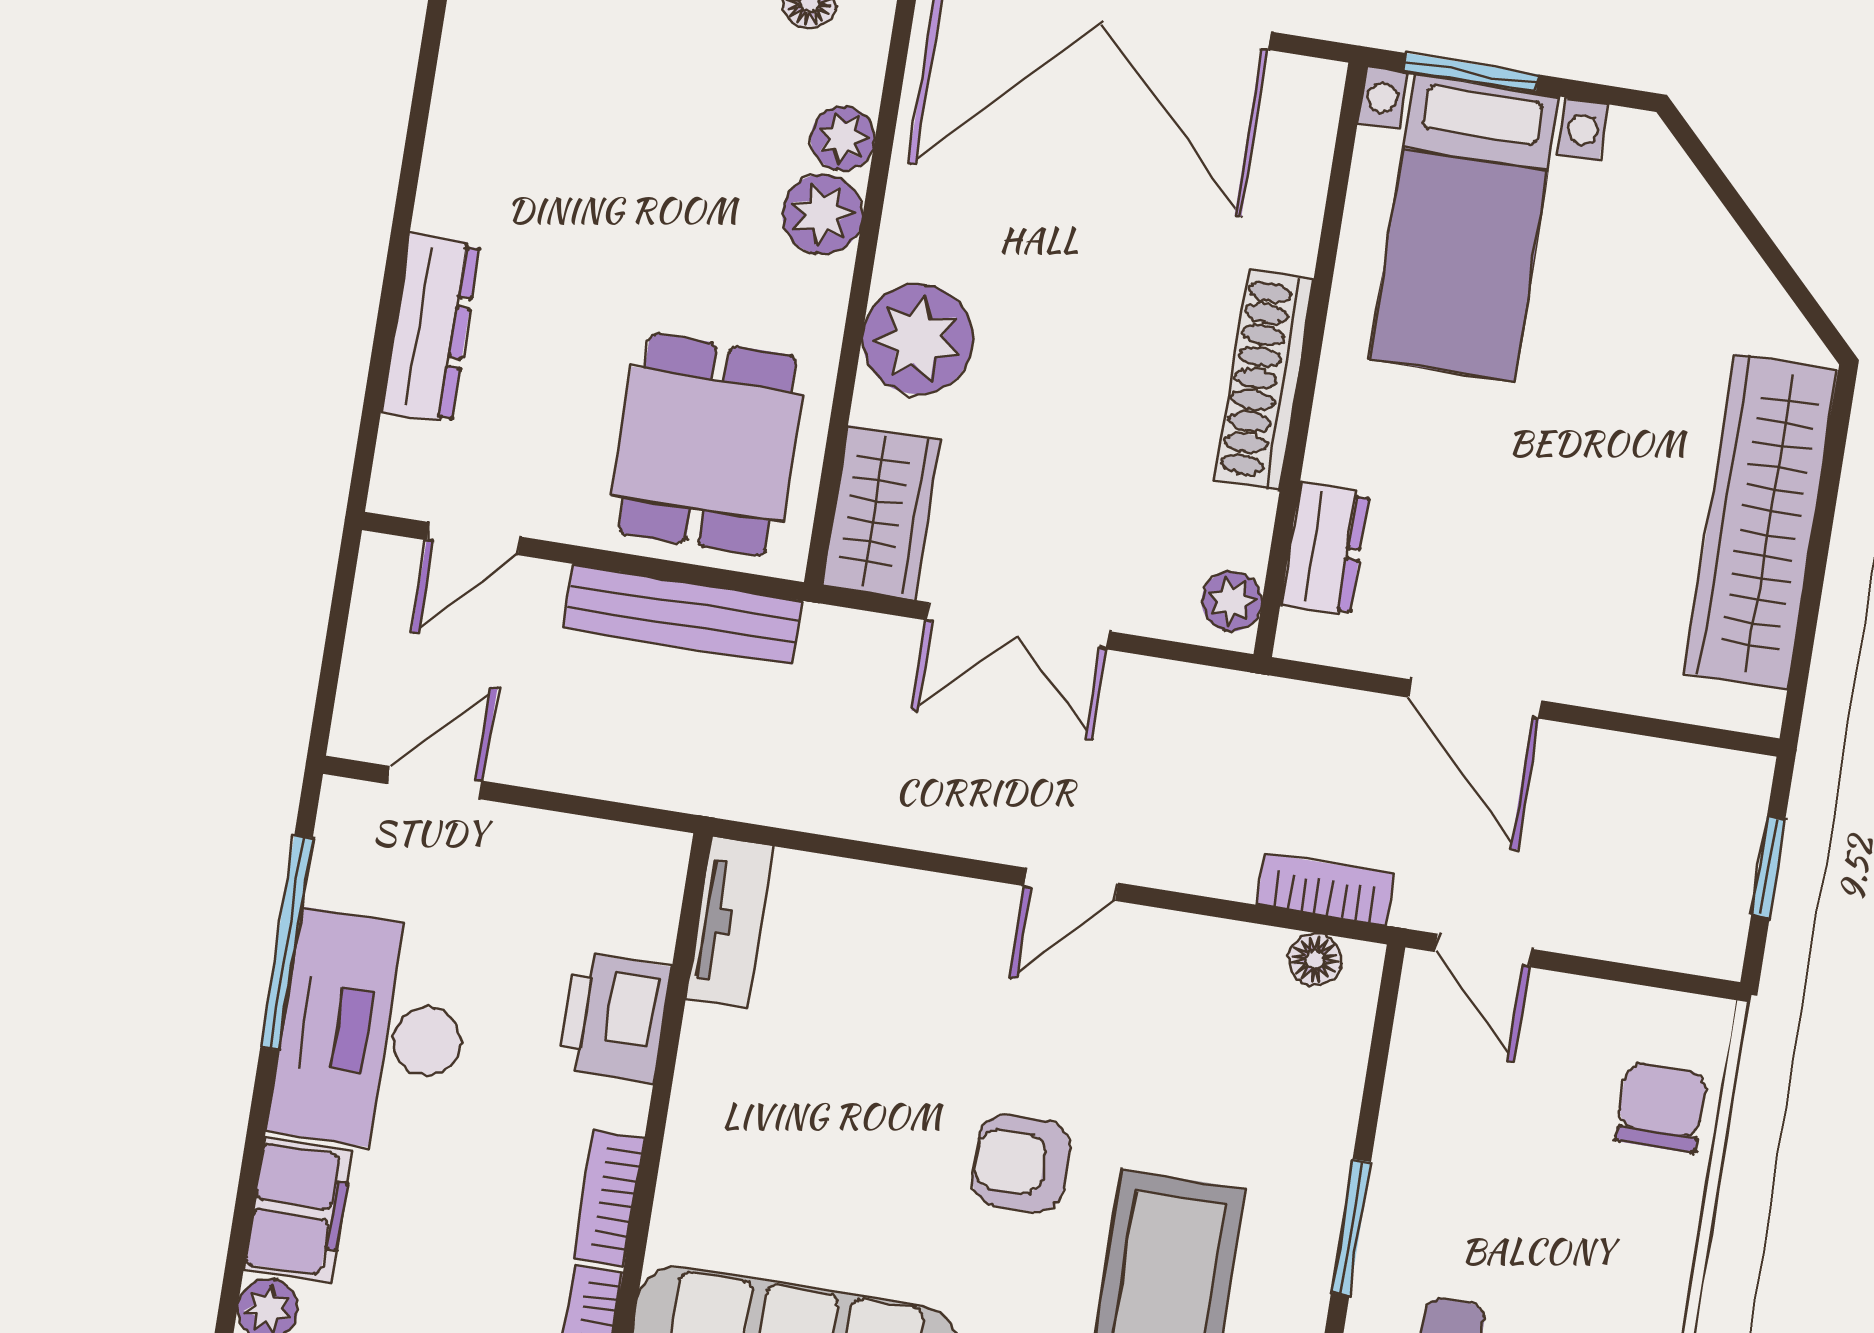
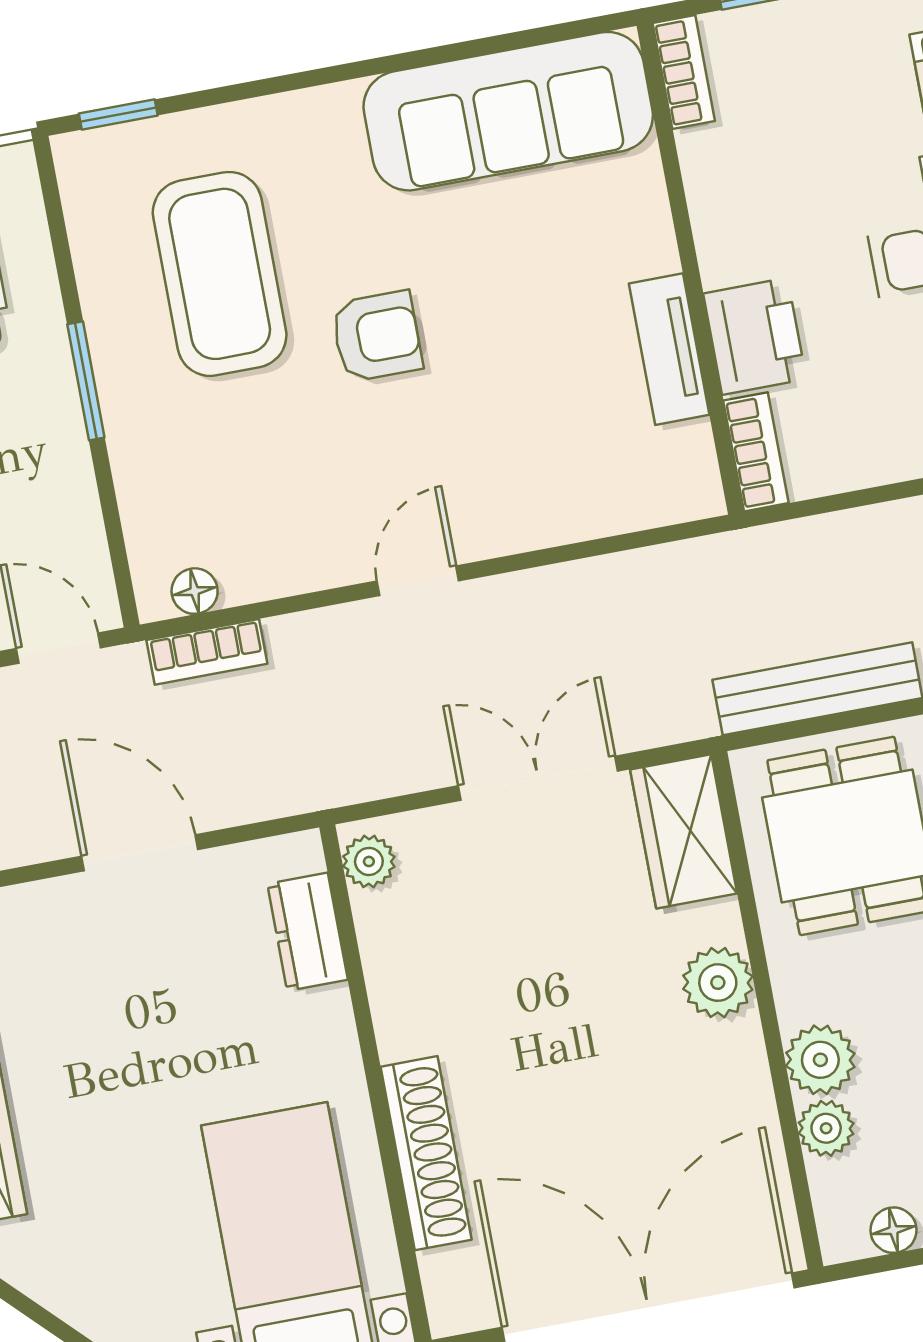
plant: (917, 339) -> (718, 983), width x0.73, depth x0.73
shoe rack: (1264, 380) -> (426, 1153), moved
tv unit: (730, 922) -> (669, 349), moved
bookcase: (609, 1198) -> (756, 452), moved

